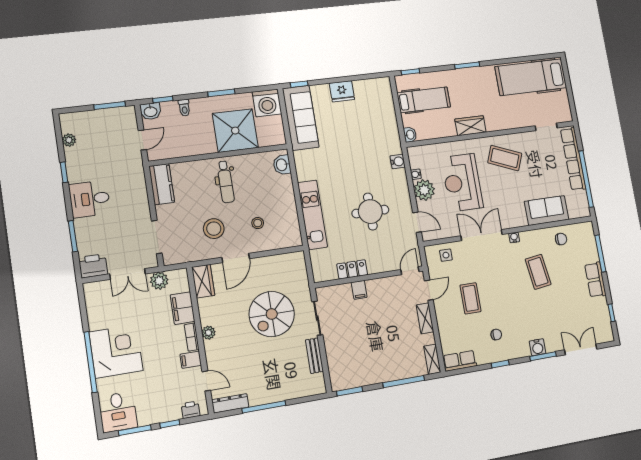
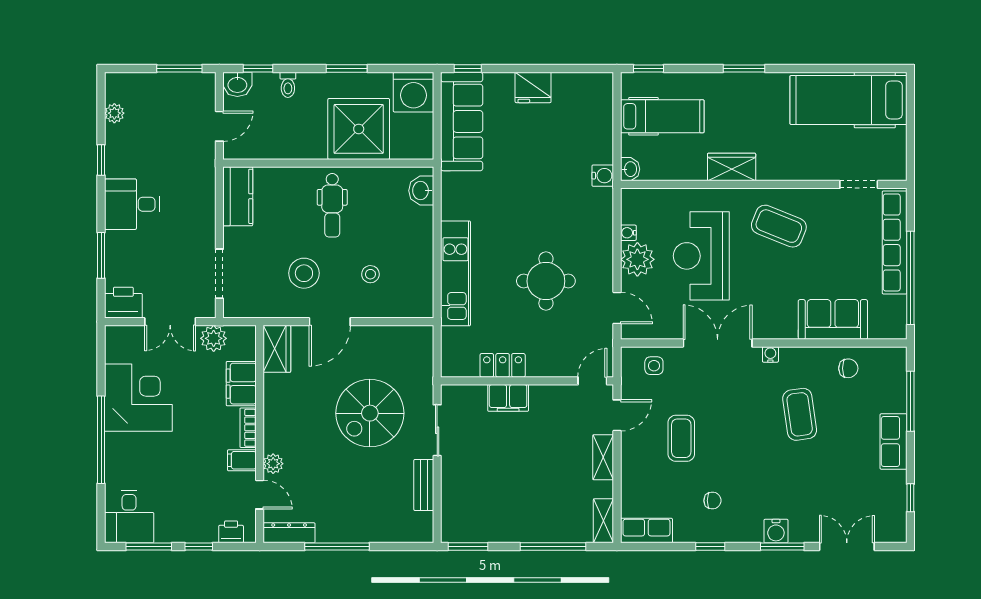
water cooler: (398, 162) -> (603, 176), moved
filing cabinet: (359, 290) -> (508, 398), width x2.00
plant: (208, 333) -> (273, 464), moved
corner desk: (116, 351) -> (138, 398), moved

